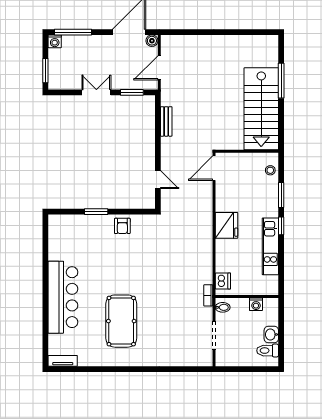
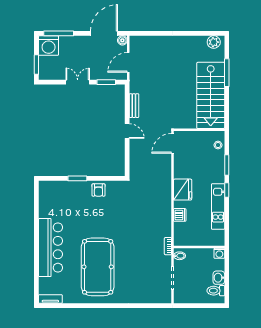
washing machine: (55, 41) -> (49, 46), width x1.89, depth x1.89
plant: (265, 43) -> (214, 42), added
door: (158, 180) -> (127, 131), moved
dishwasher: (223, 281) -> (180, 215), moved
washing machine: (256, 304) -> (219, 253), moved
pool table: (121, 321) -> (98, 267), width x1.36, depth x1.32

